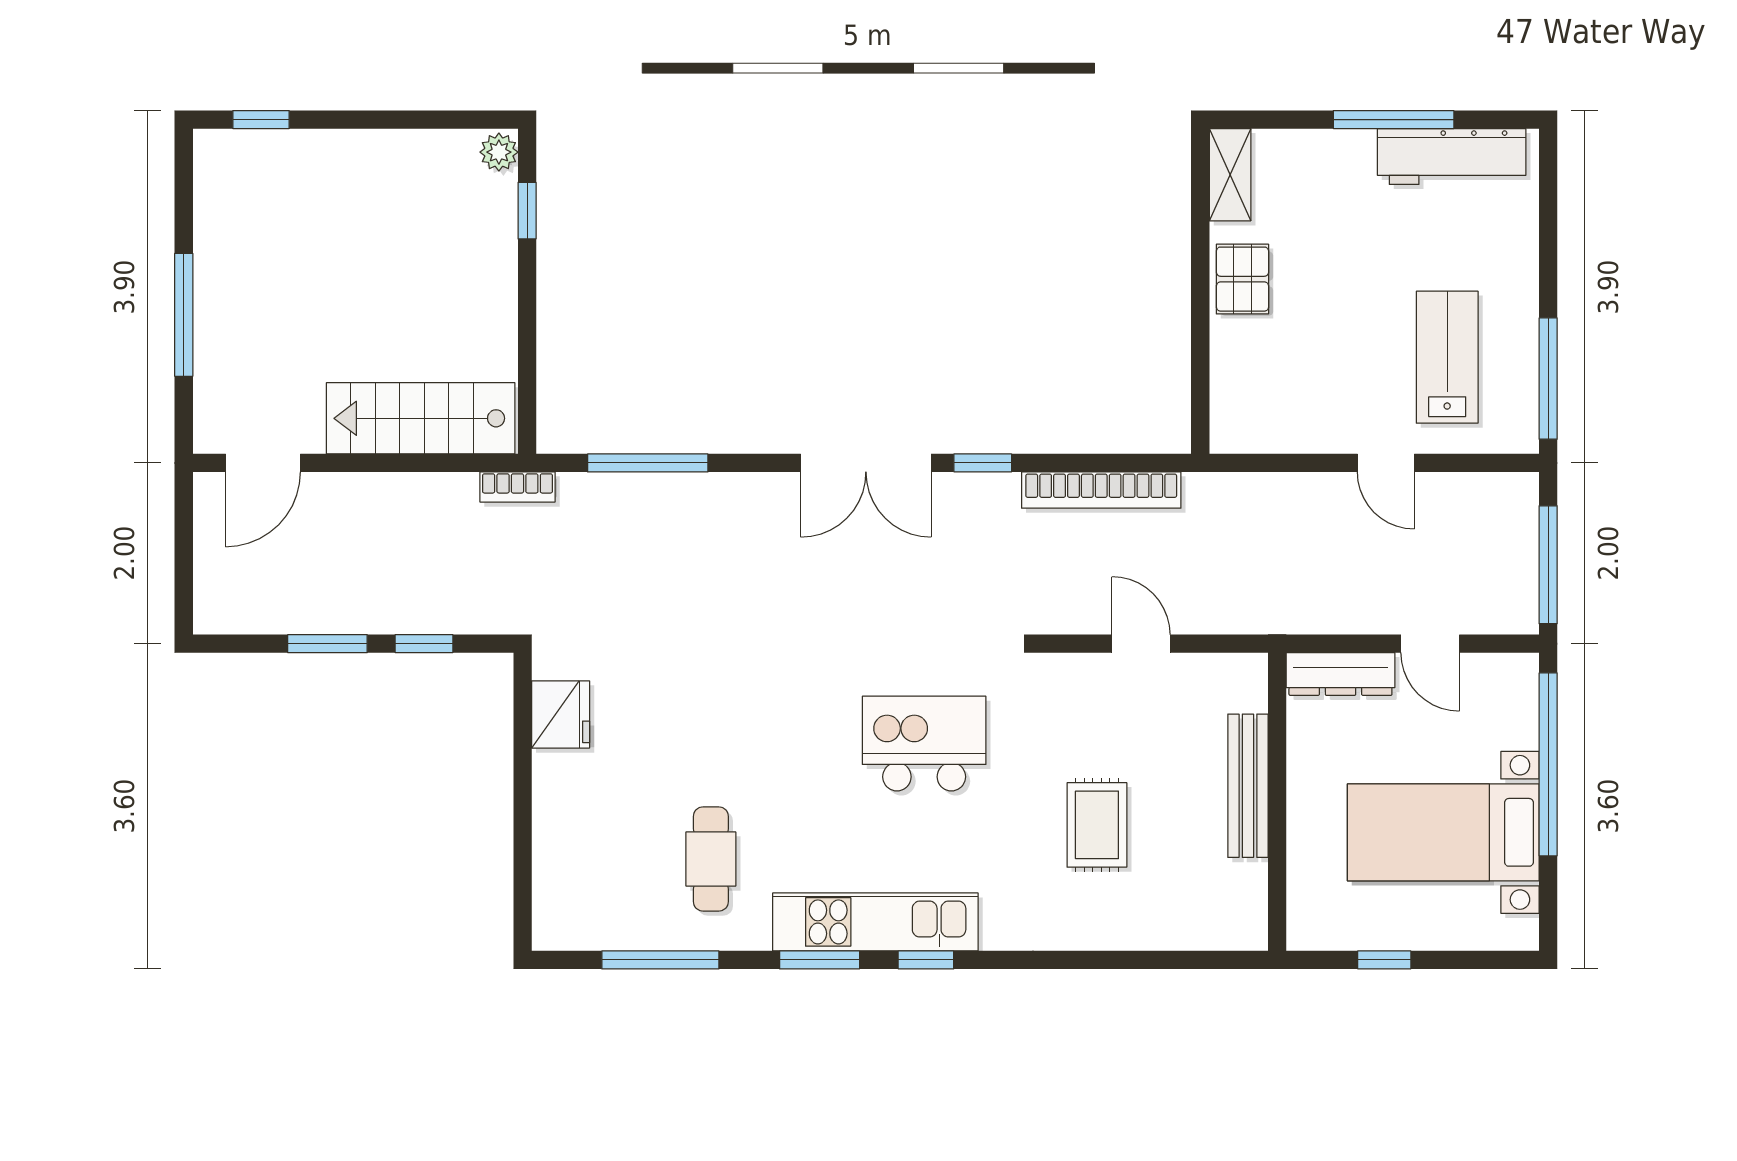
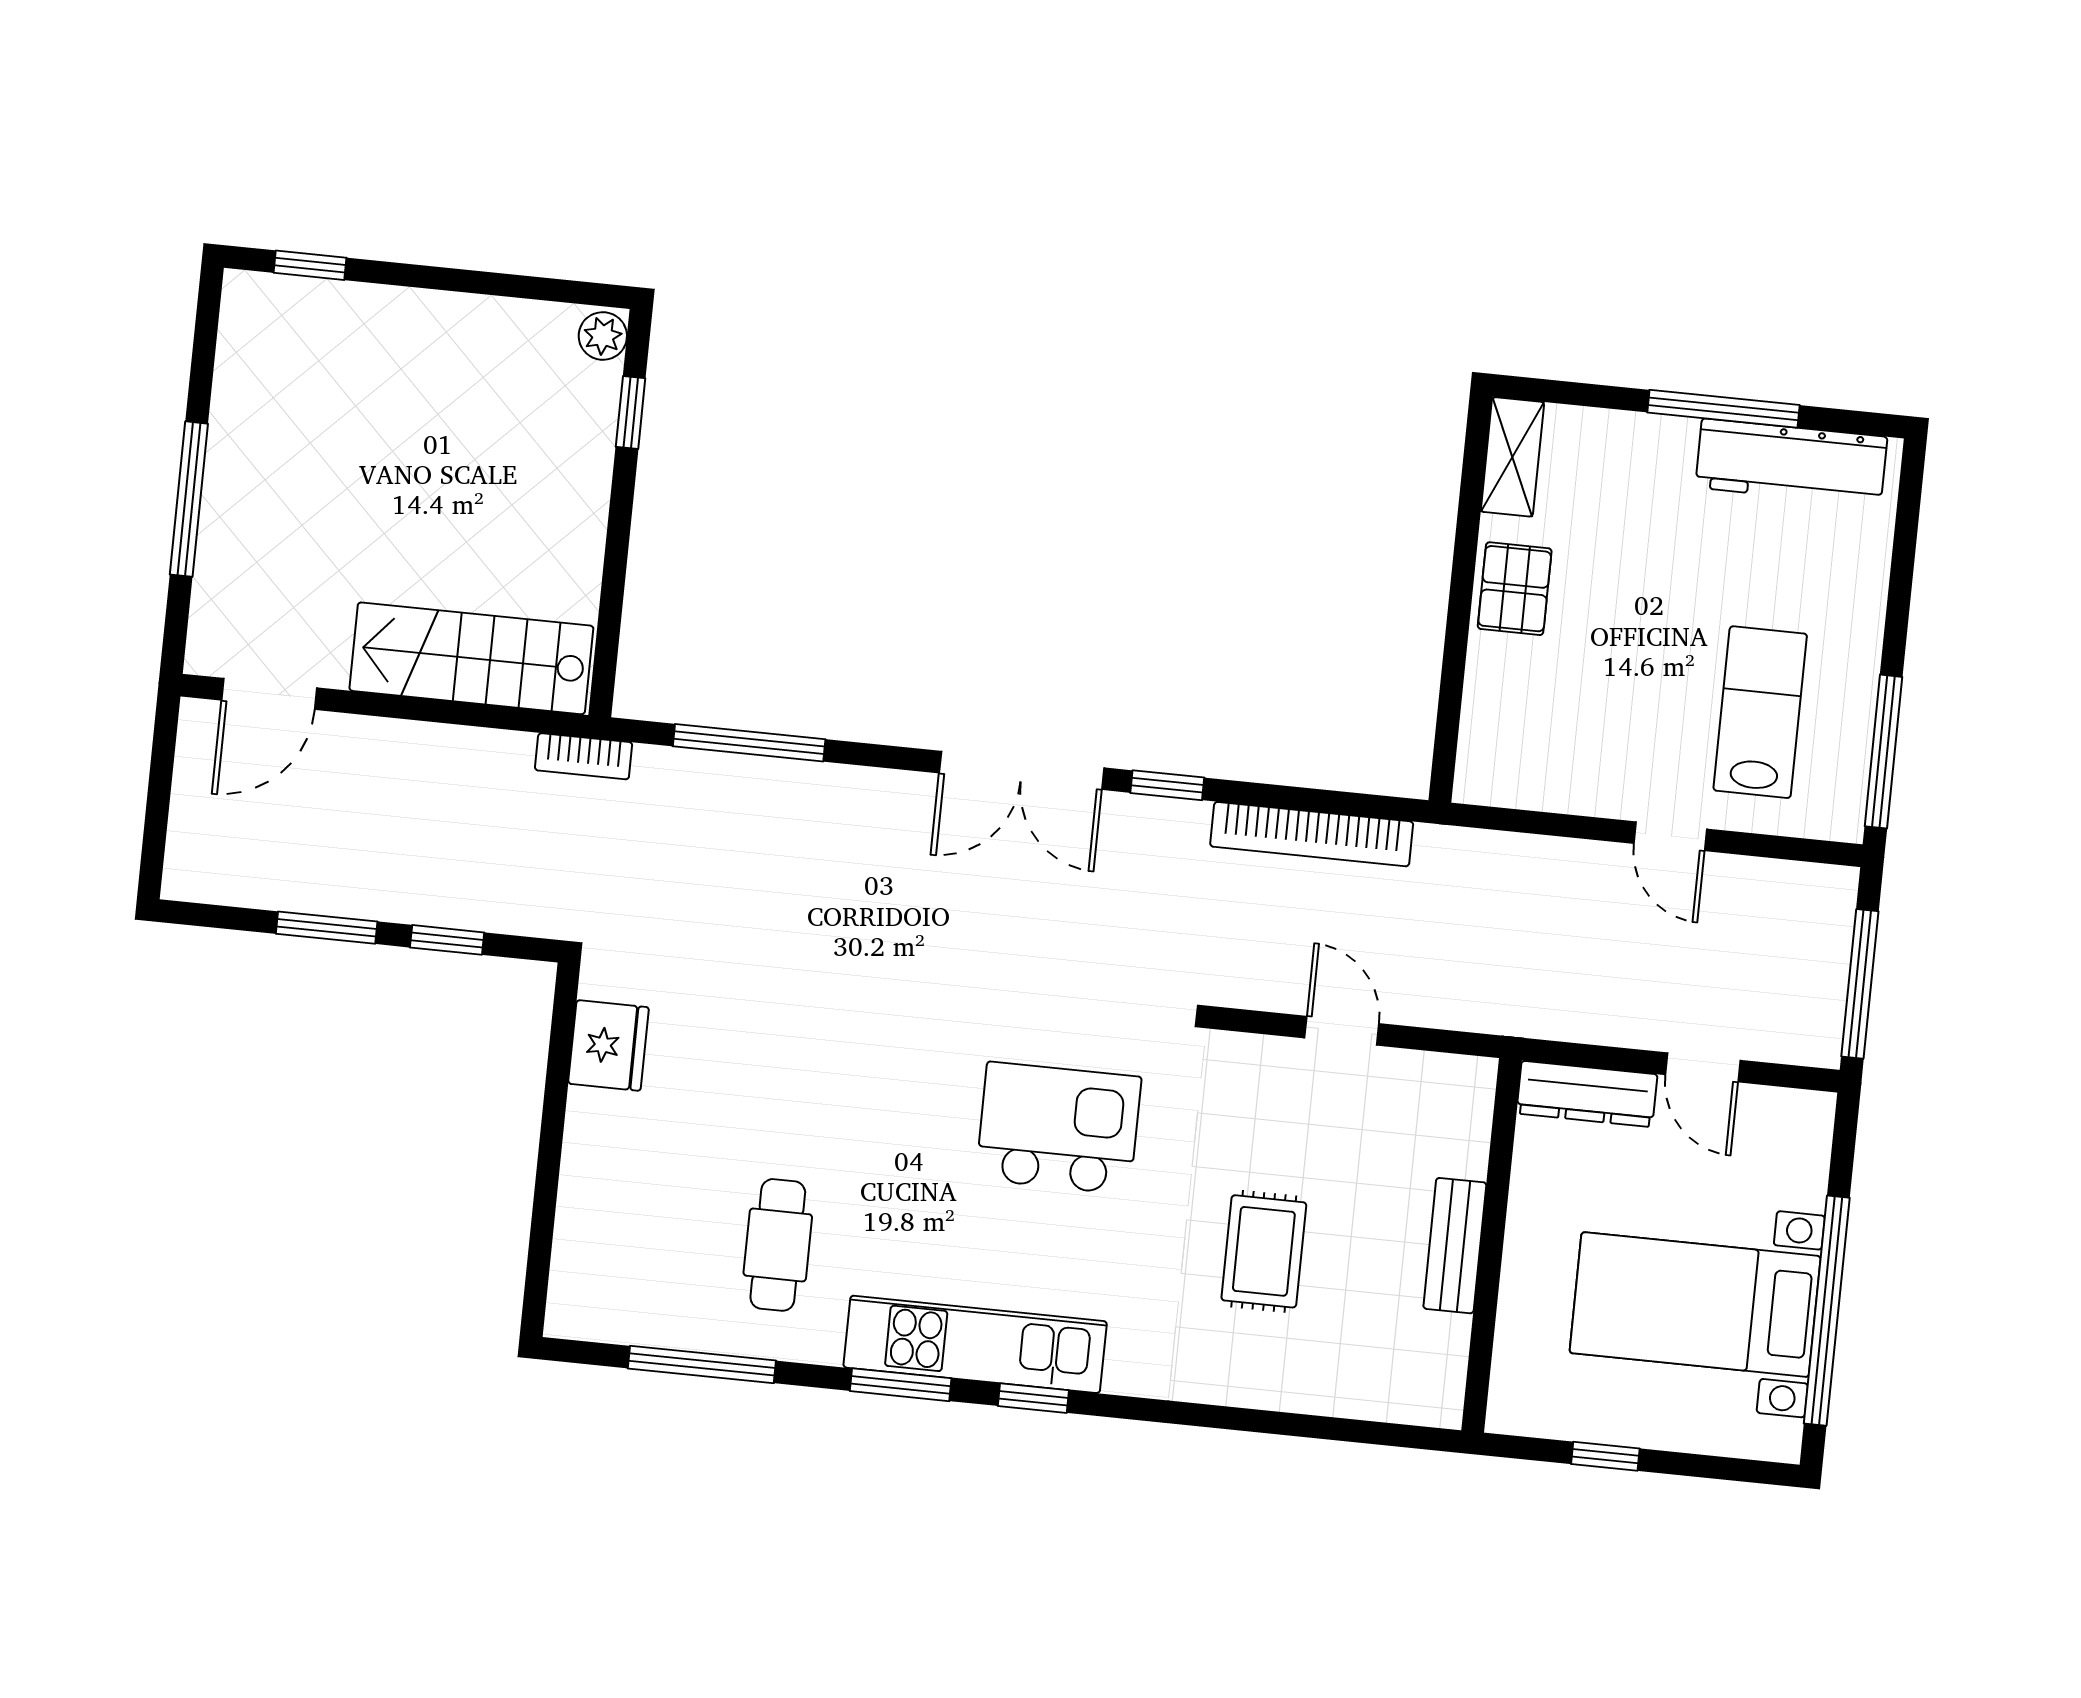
window: (1548, 764) -> (1827, 1311), moved
bench: (1248, 786) -> (1455, 1246), width x0.73

